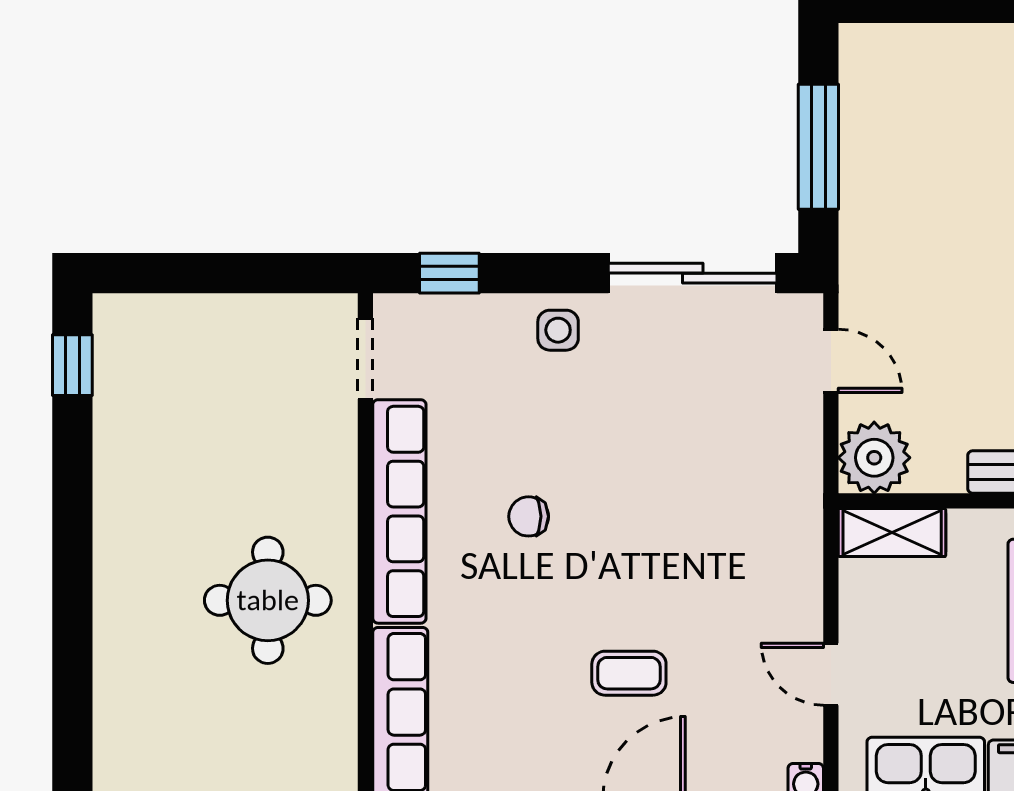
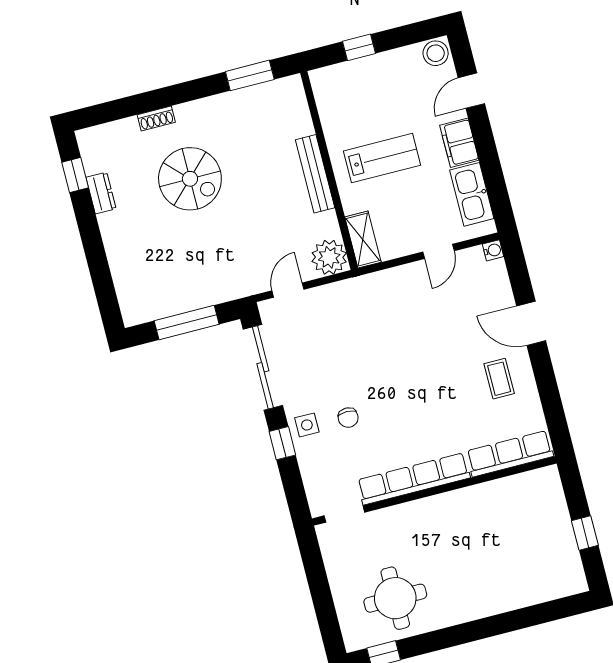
window: (449, 273) -> (282, 443), moved
chair: (529, 516) -> (348, 418), moved
round table: (268, 600) -> (395, 598), moved
coffee table: (629, 673) -> (499, 379), moved

